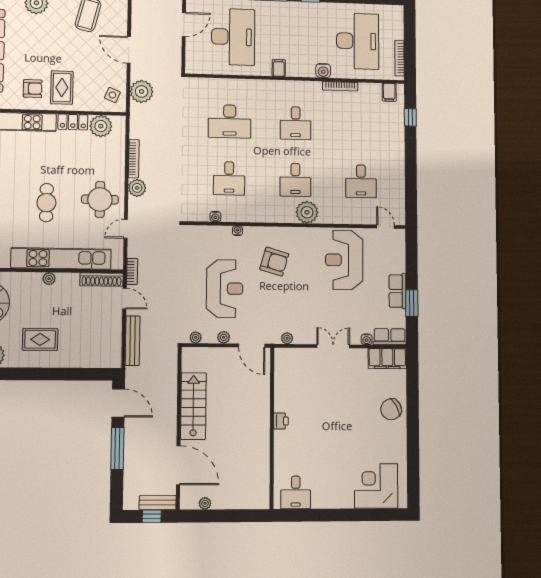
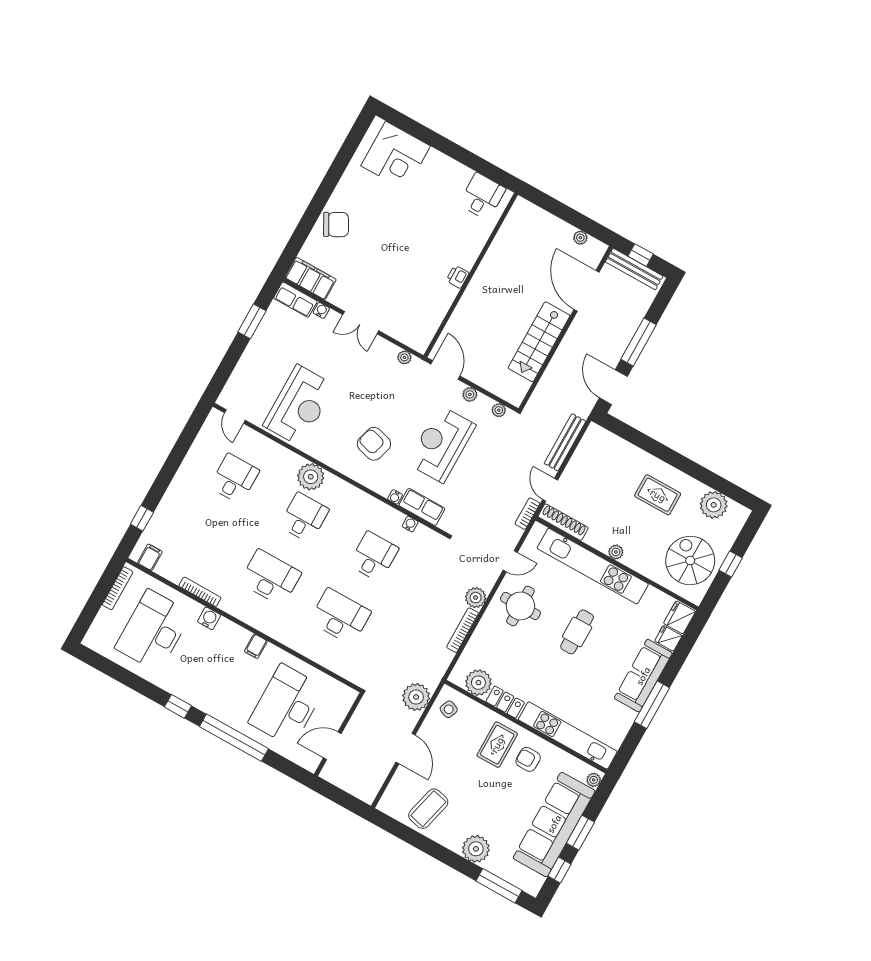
desk: (296, 123) -> (270, 578), width x1.37
row of seats: (397, 291) -> (422, 507), moved, turned -90
bench: (158, 503) -> (634, 269), width x1.36

